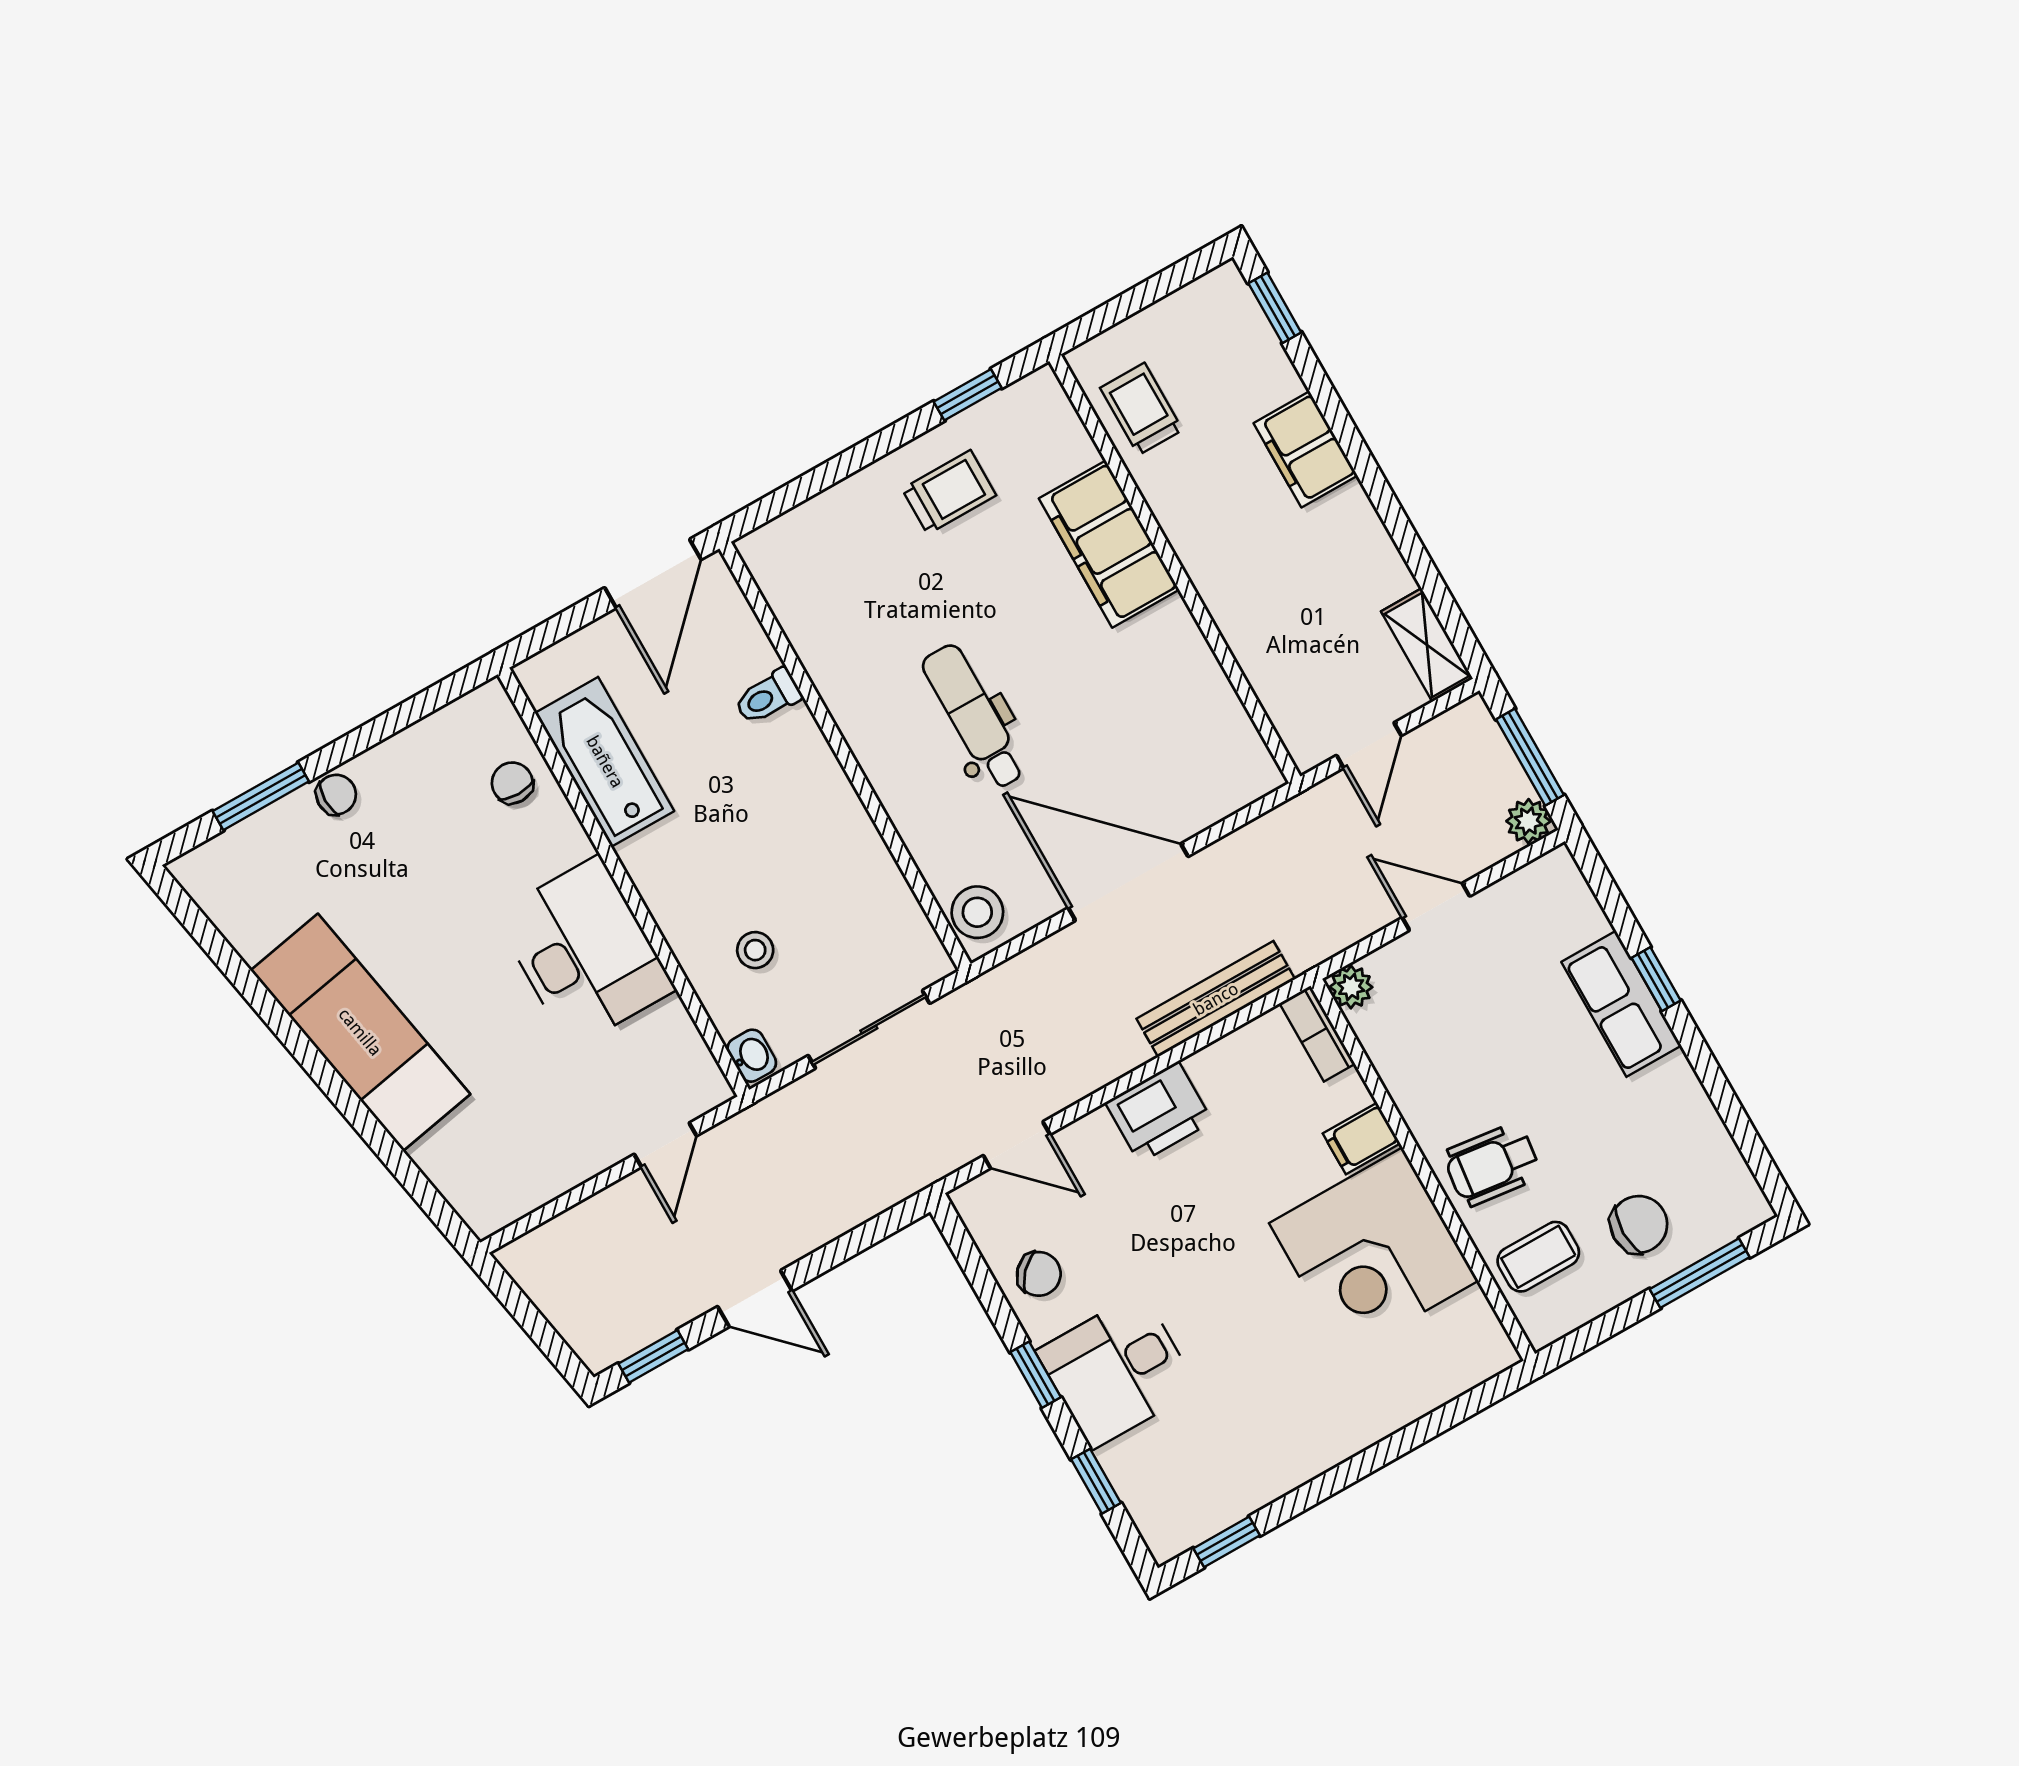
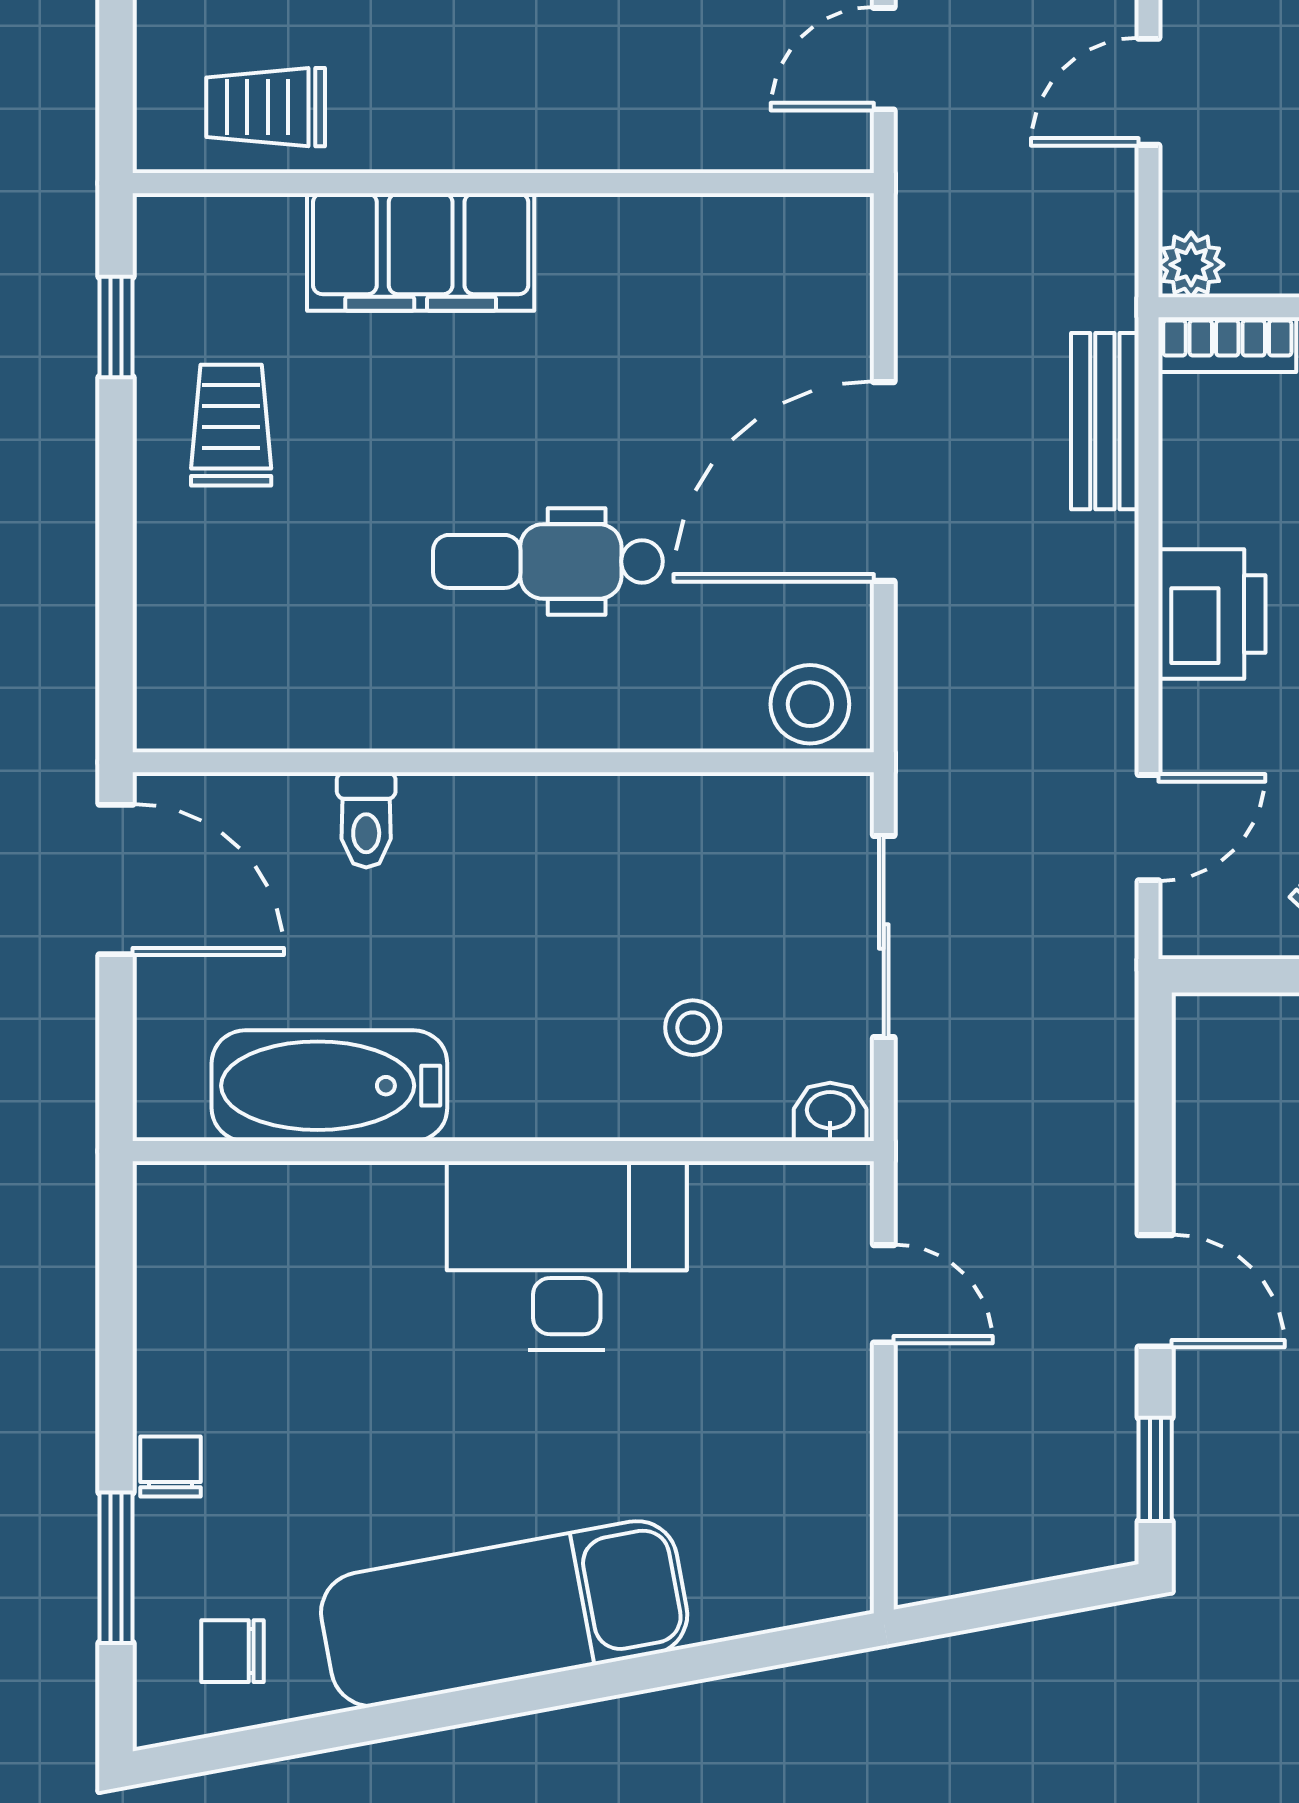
door: (1369, 745) -> (884, 59), swing flipped
chair: (512, 783) -> (233, 1651), moved
bench: (1216, 999) -> (1105, 421), width x0.73
door: (755, 1299) -> (1155, 1291), hinge flipped

